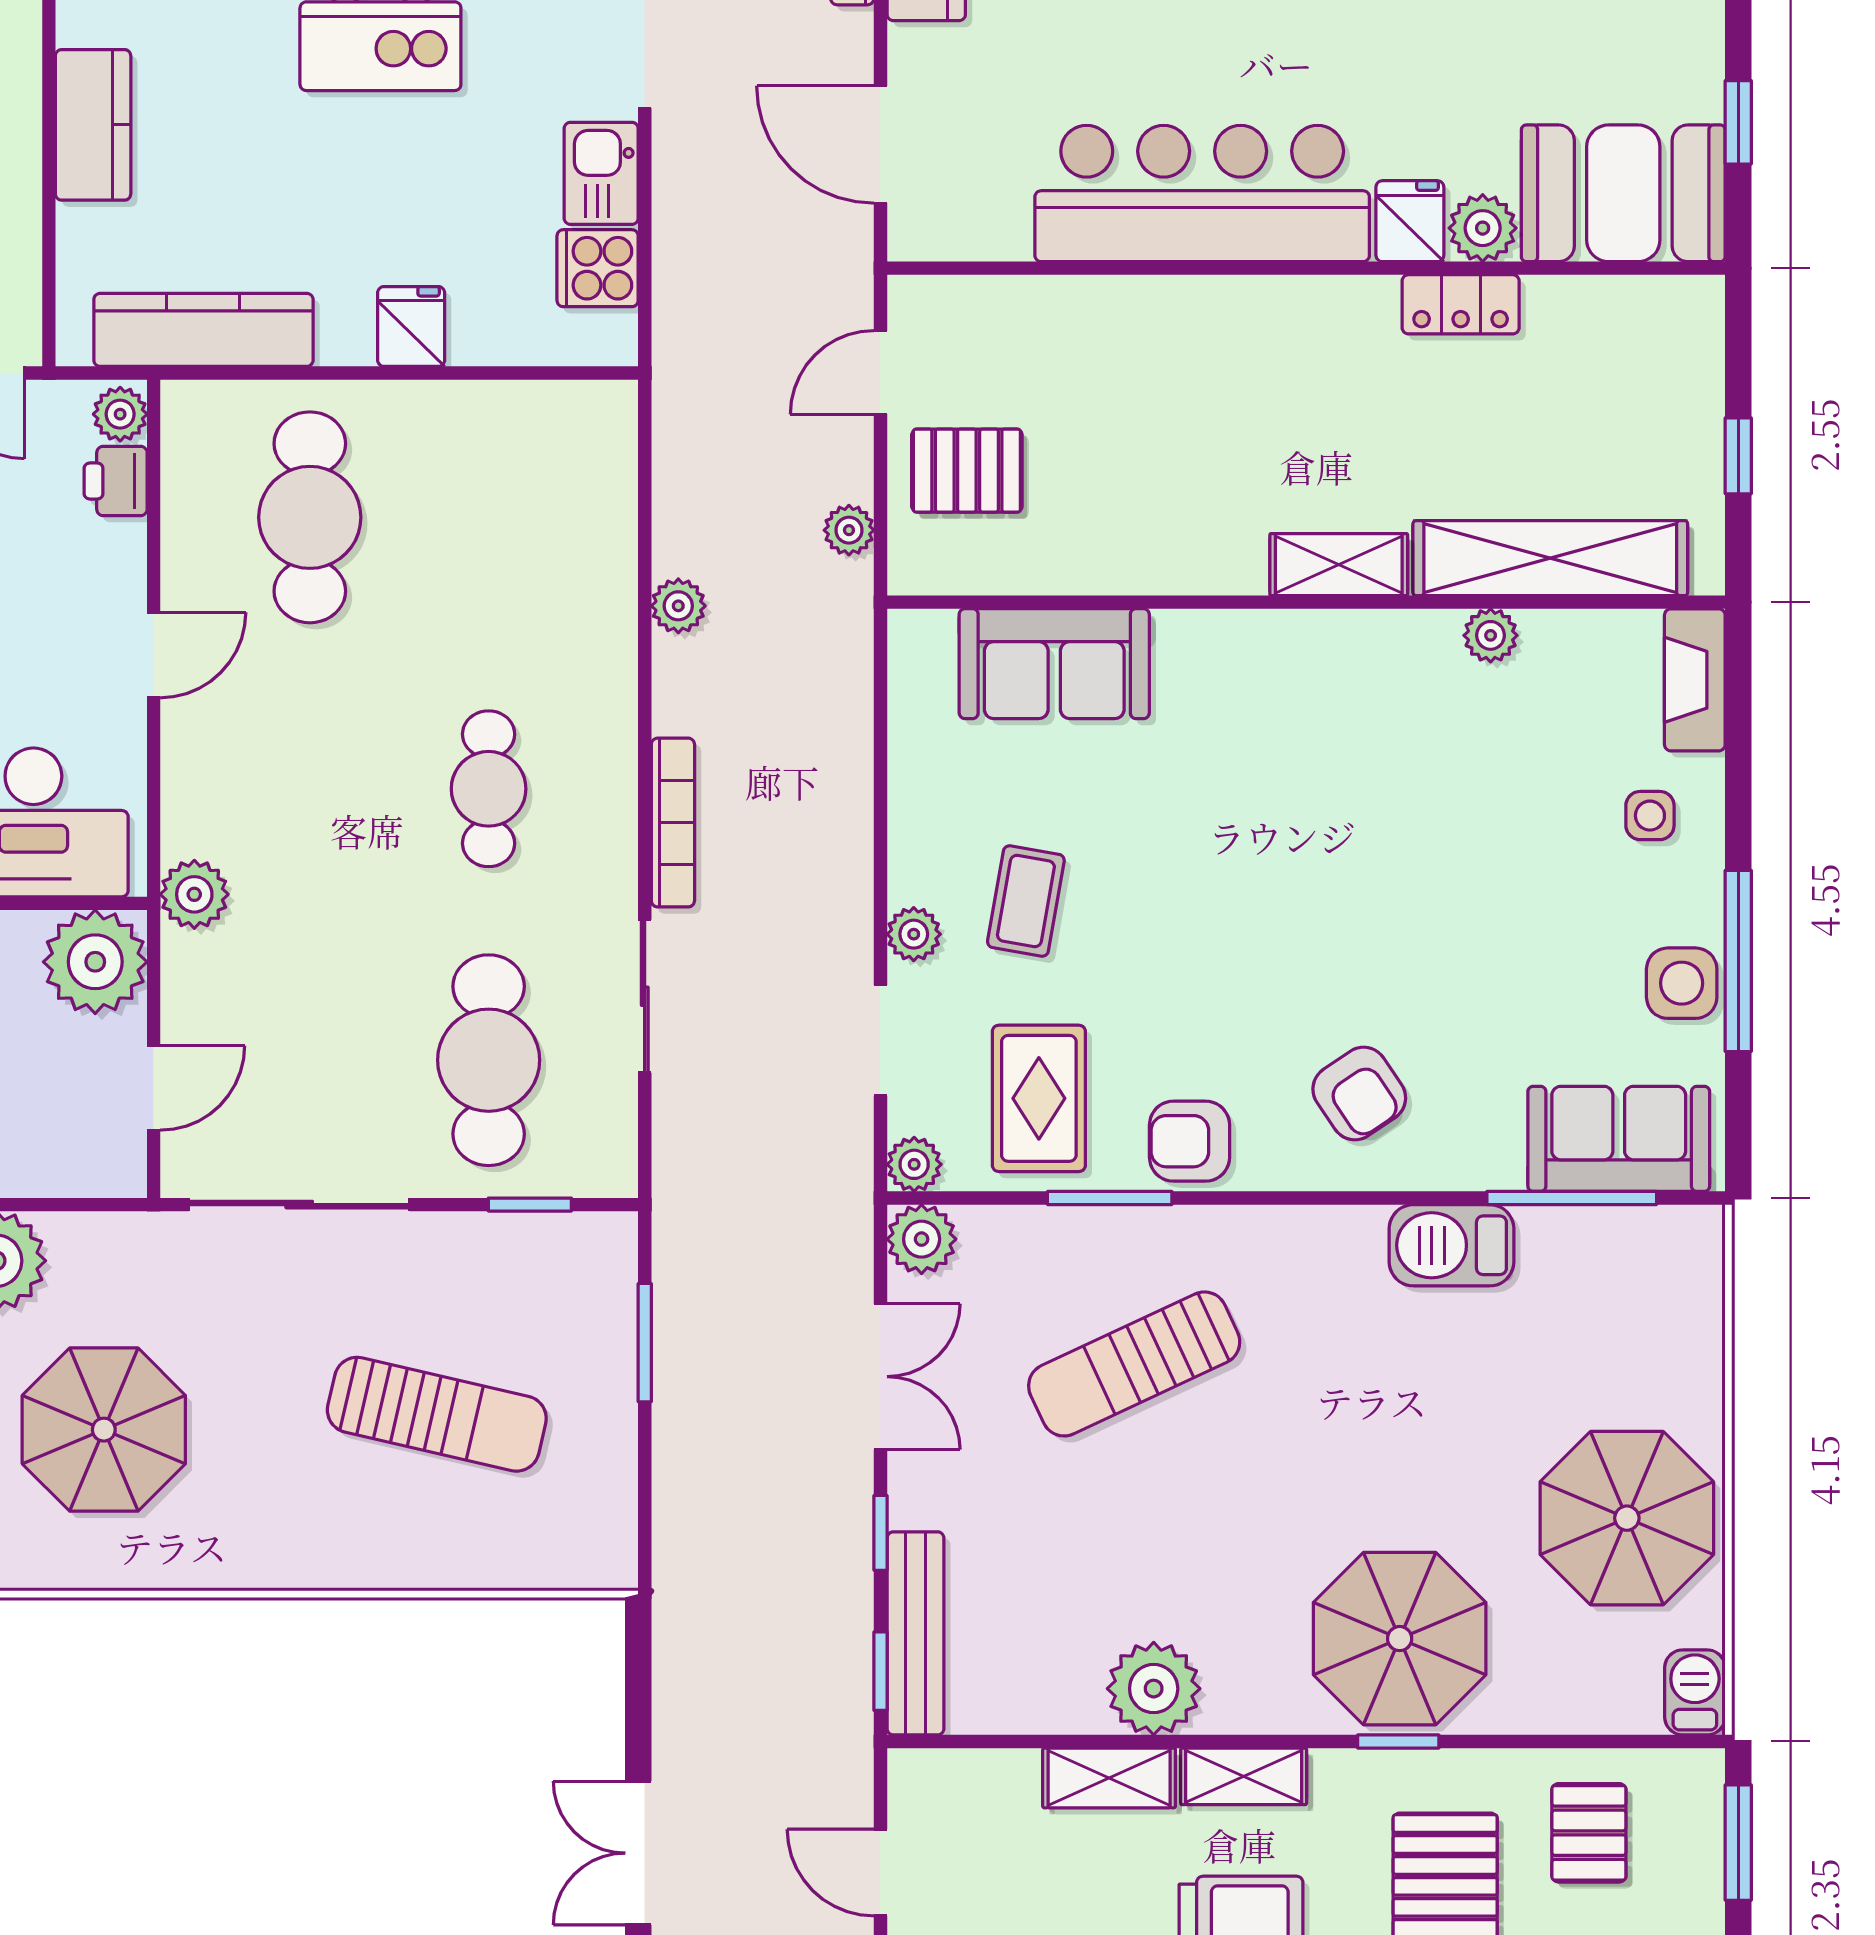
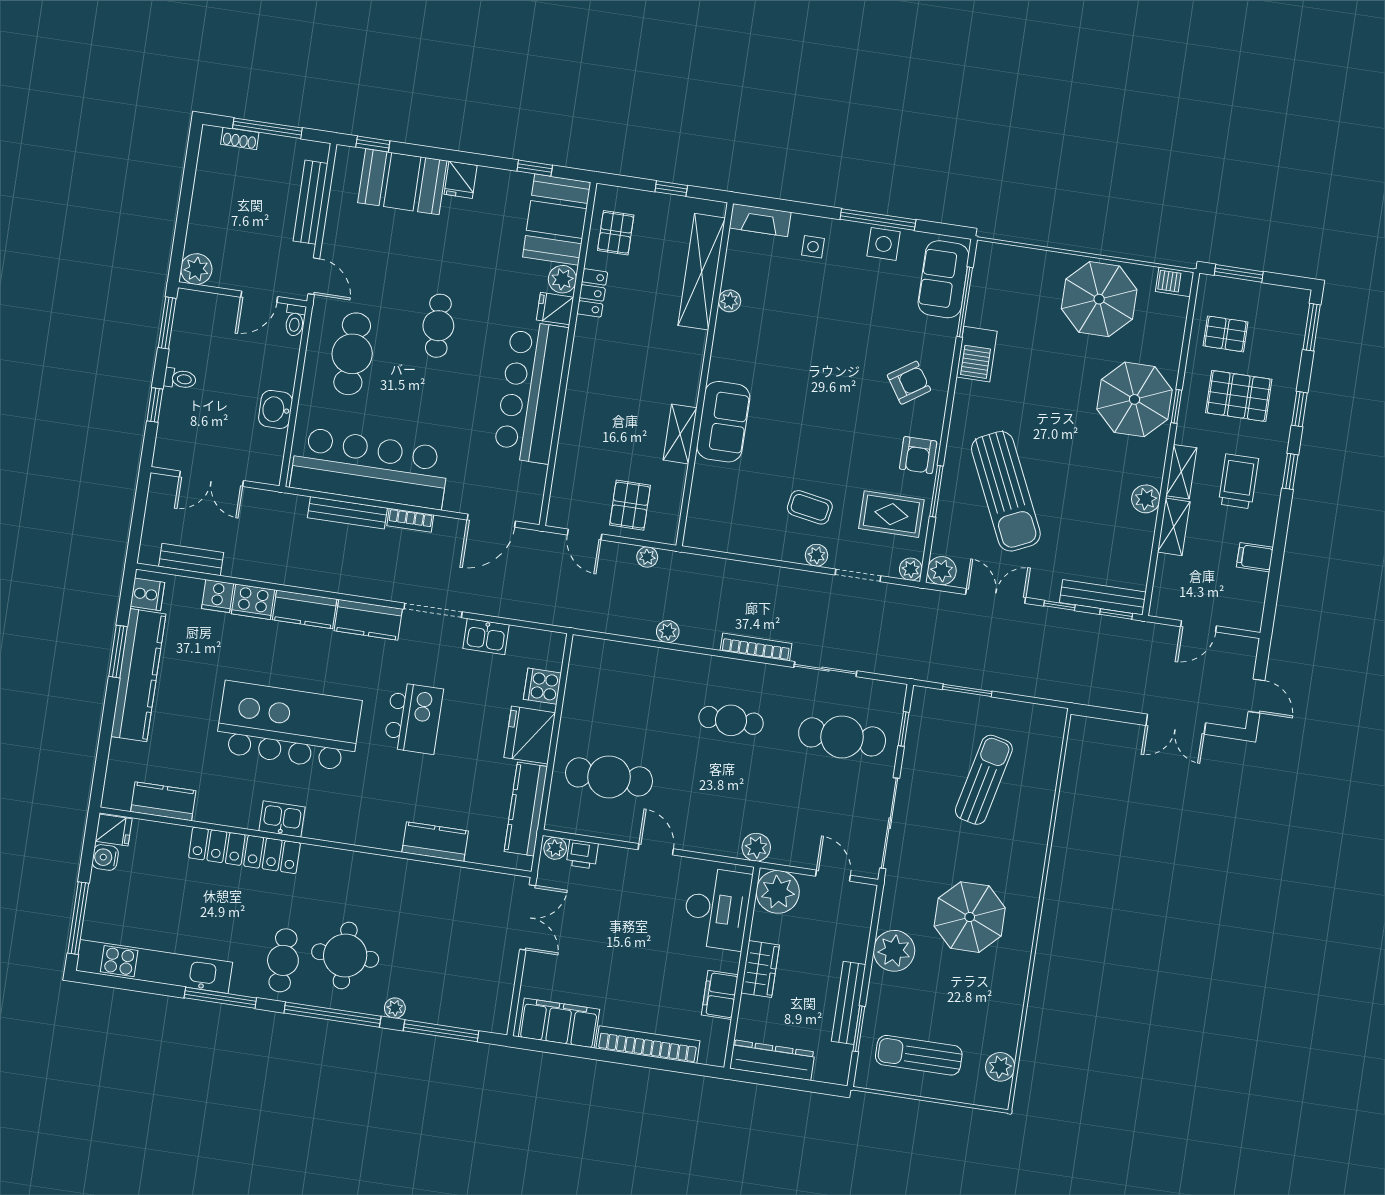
cooker: (598, 268) -> (542, 686), moved, turned 90
fridge: (411, 326) -> (530, 735), width x1.88, depth x1.34
pallet: (1613, 339) -> (616, 233), added
shelving: (1339, 565) -> (680, 434), moved
sofa: (1054, 664) -> (723, 422), moved
sun lounger: (1134, 1364) -> (1006, 491), width x1.36, depth x1.34
plant: (1154, 1689) -> (1146, 499), width x0.73, depth x0.73

